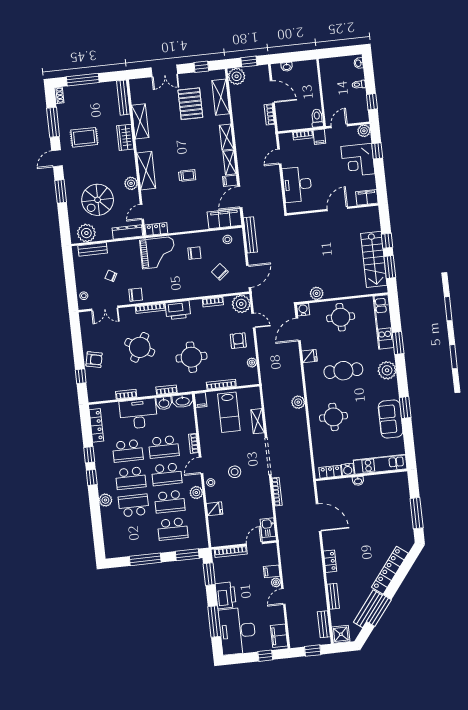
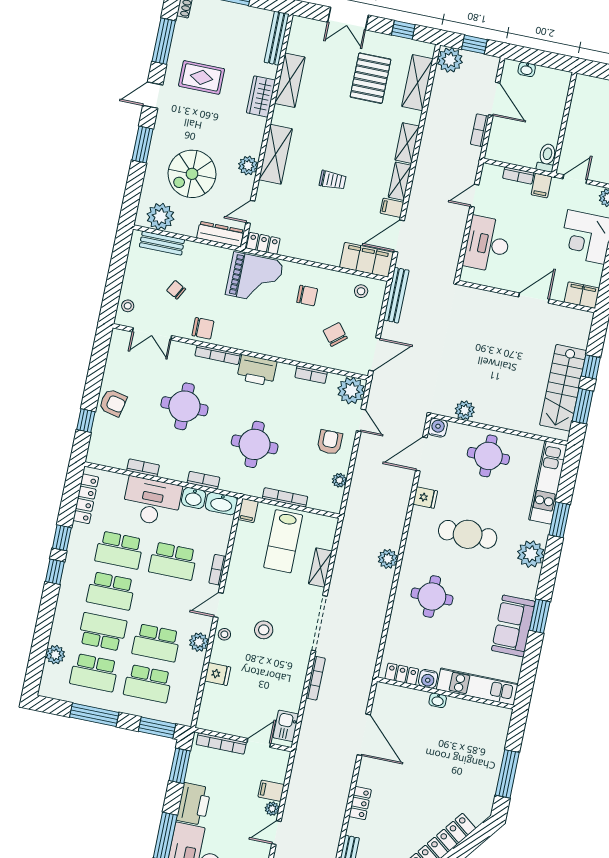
round table: (140, 347) -> (184, 406), turned -30
school desk: (167, 474) -> (94, 673), moved
plant: (105, 500) -> (55, 655), moved

